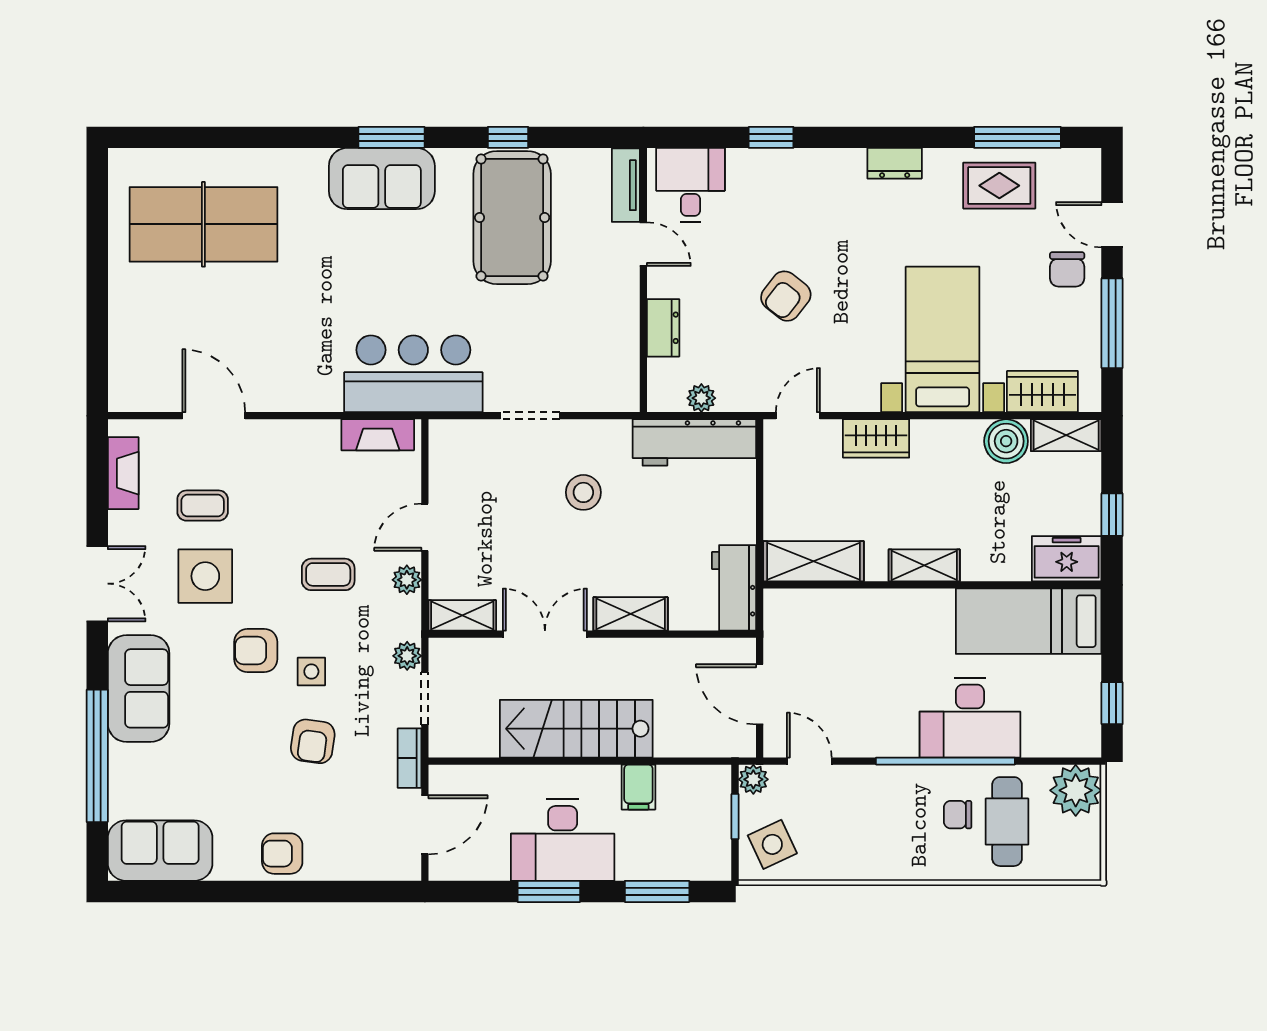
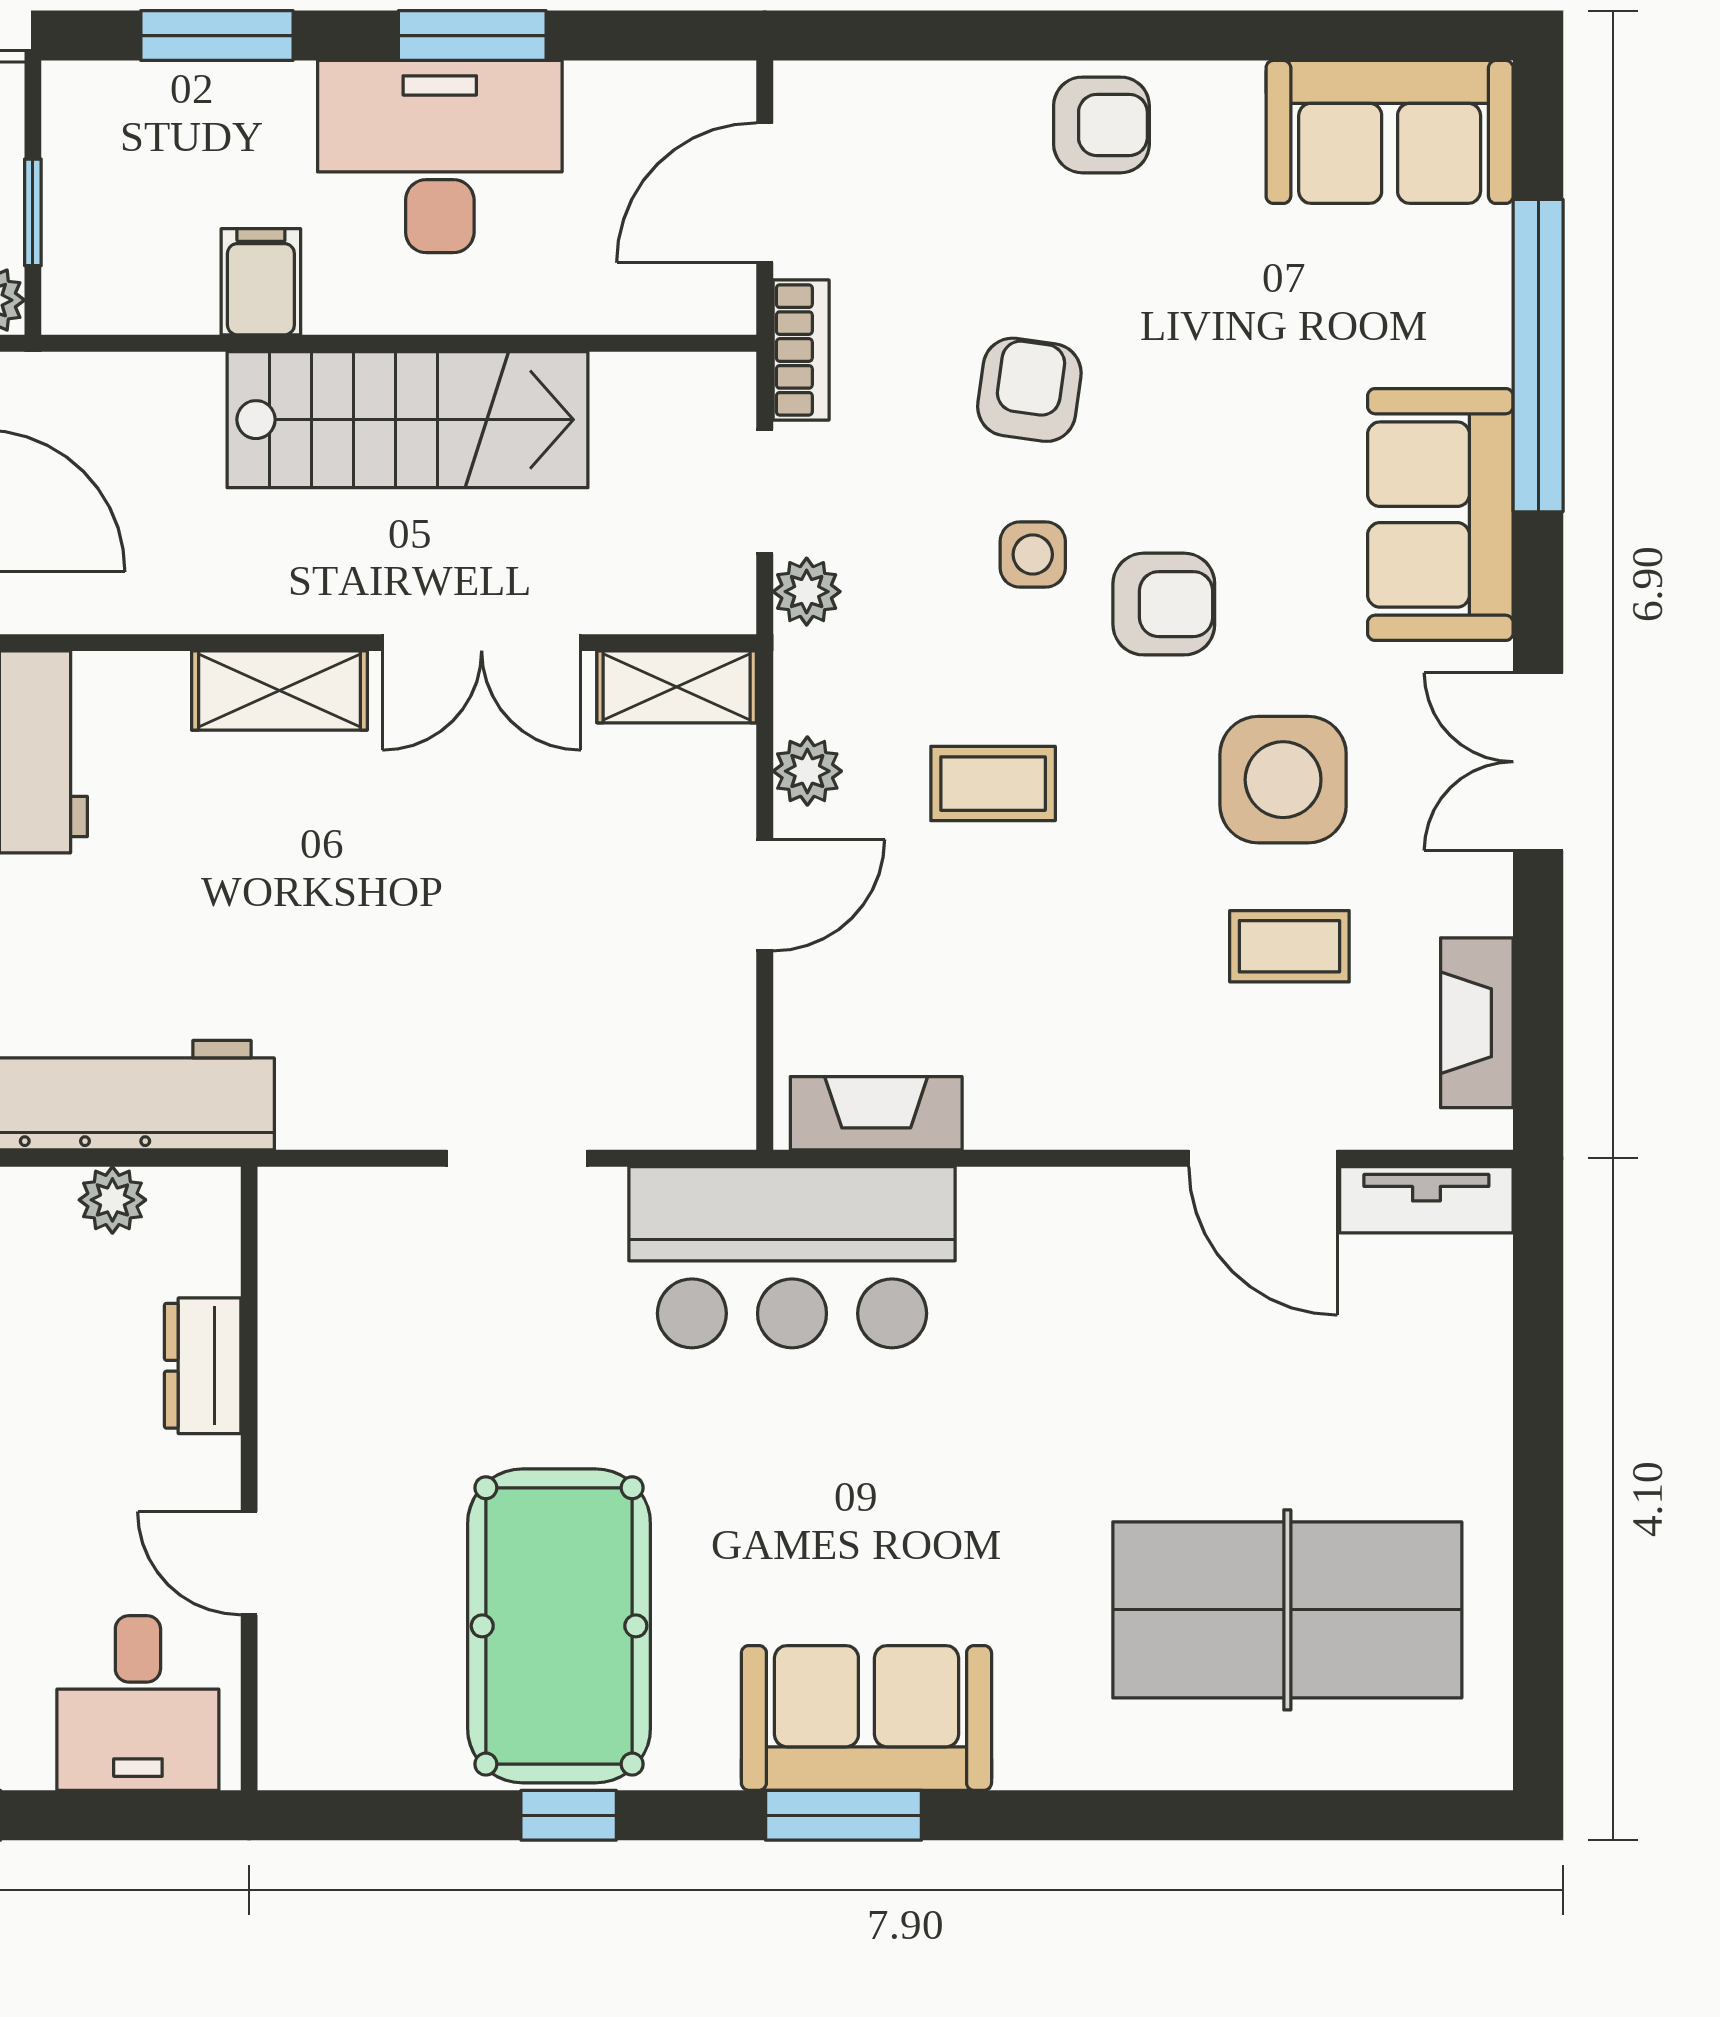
tv unit: (626, 185) -> (1426, 1200), moved, turned 90
stool: (583, 492) -> (391, 977), removed

